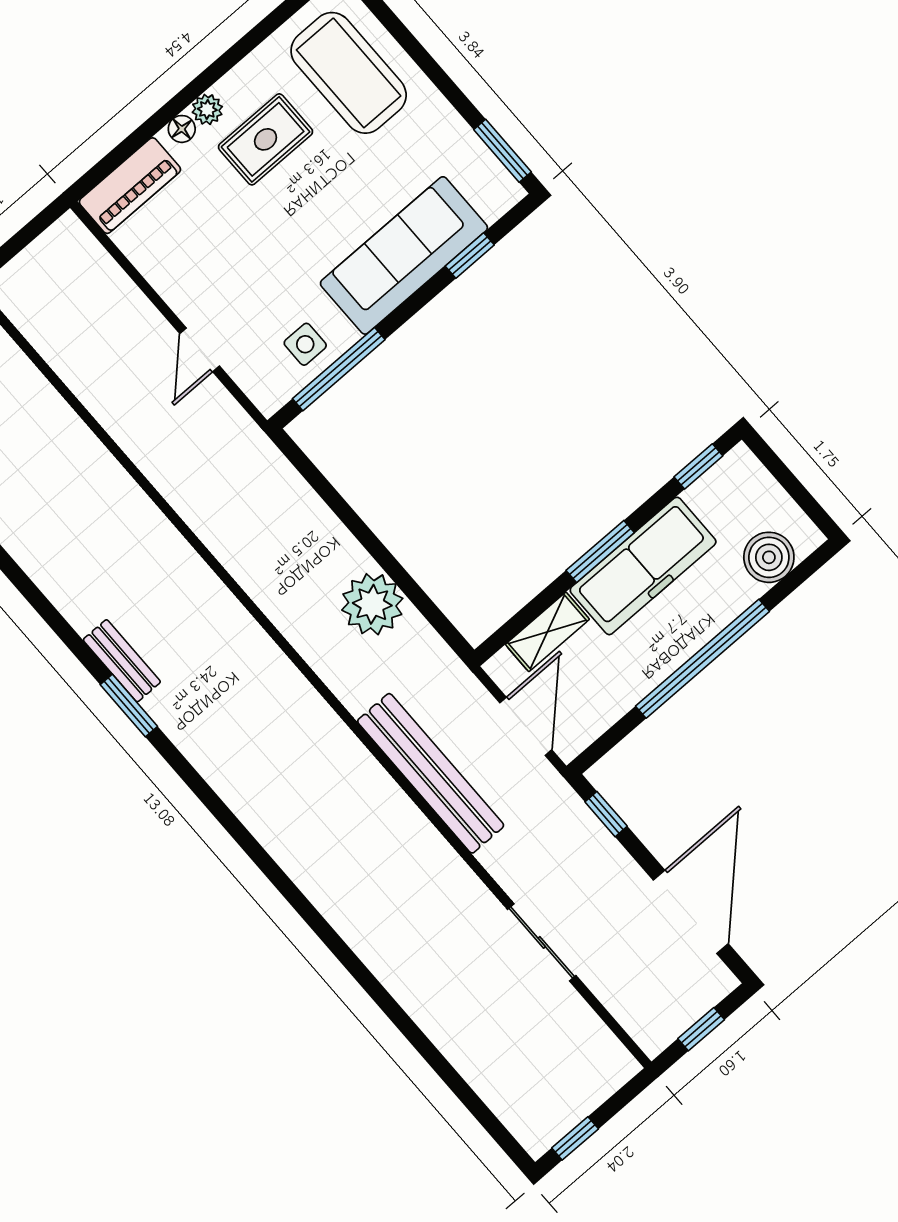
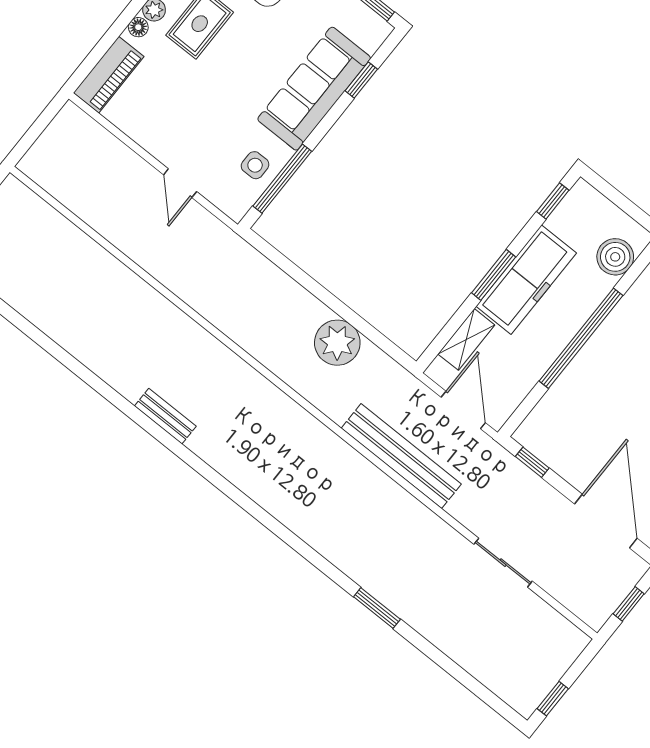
window: (129, 706) -> (377, 608), moved

